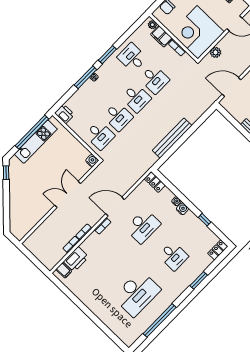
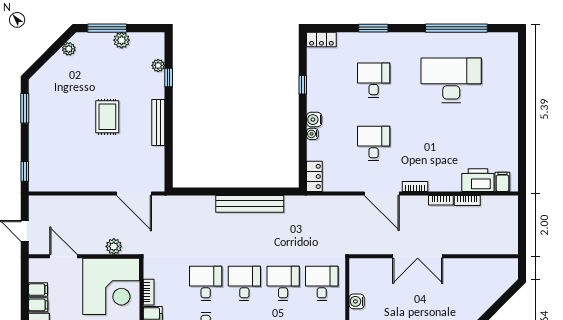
water cooler: (92, 160) -> (357, 301), moved
desk: (143, 226) -> (374, 143), width x0.73

